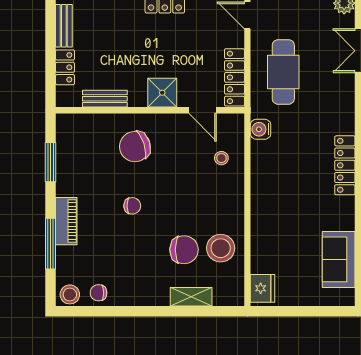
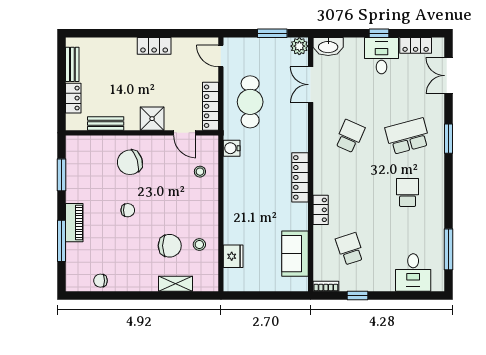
stool: (221, 248) -> (199, 244), width x0.53, depth x0.53
fridge: (263, 288) -> (233, 256), moved
stool: (70, 294) -> (77, 282), removed

